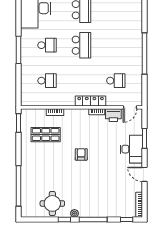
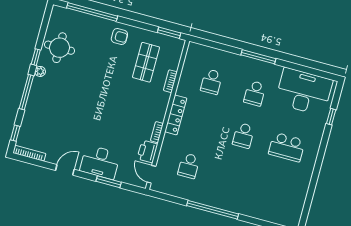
school desk: (81, 45) -> (243, 135), width x0.54
locker: (91, 101) -> (176, 115), moved
armchair: (81, 154) -> (119, 36), moved

